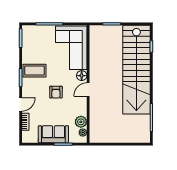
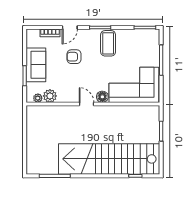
armchair: (56, 92) -> (74, 57), moved
door: (21, 104) -> (70, 28), hinge flipped

